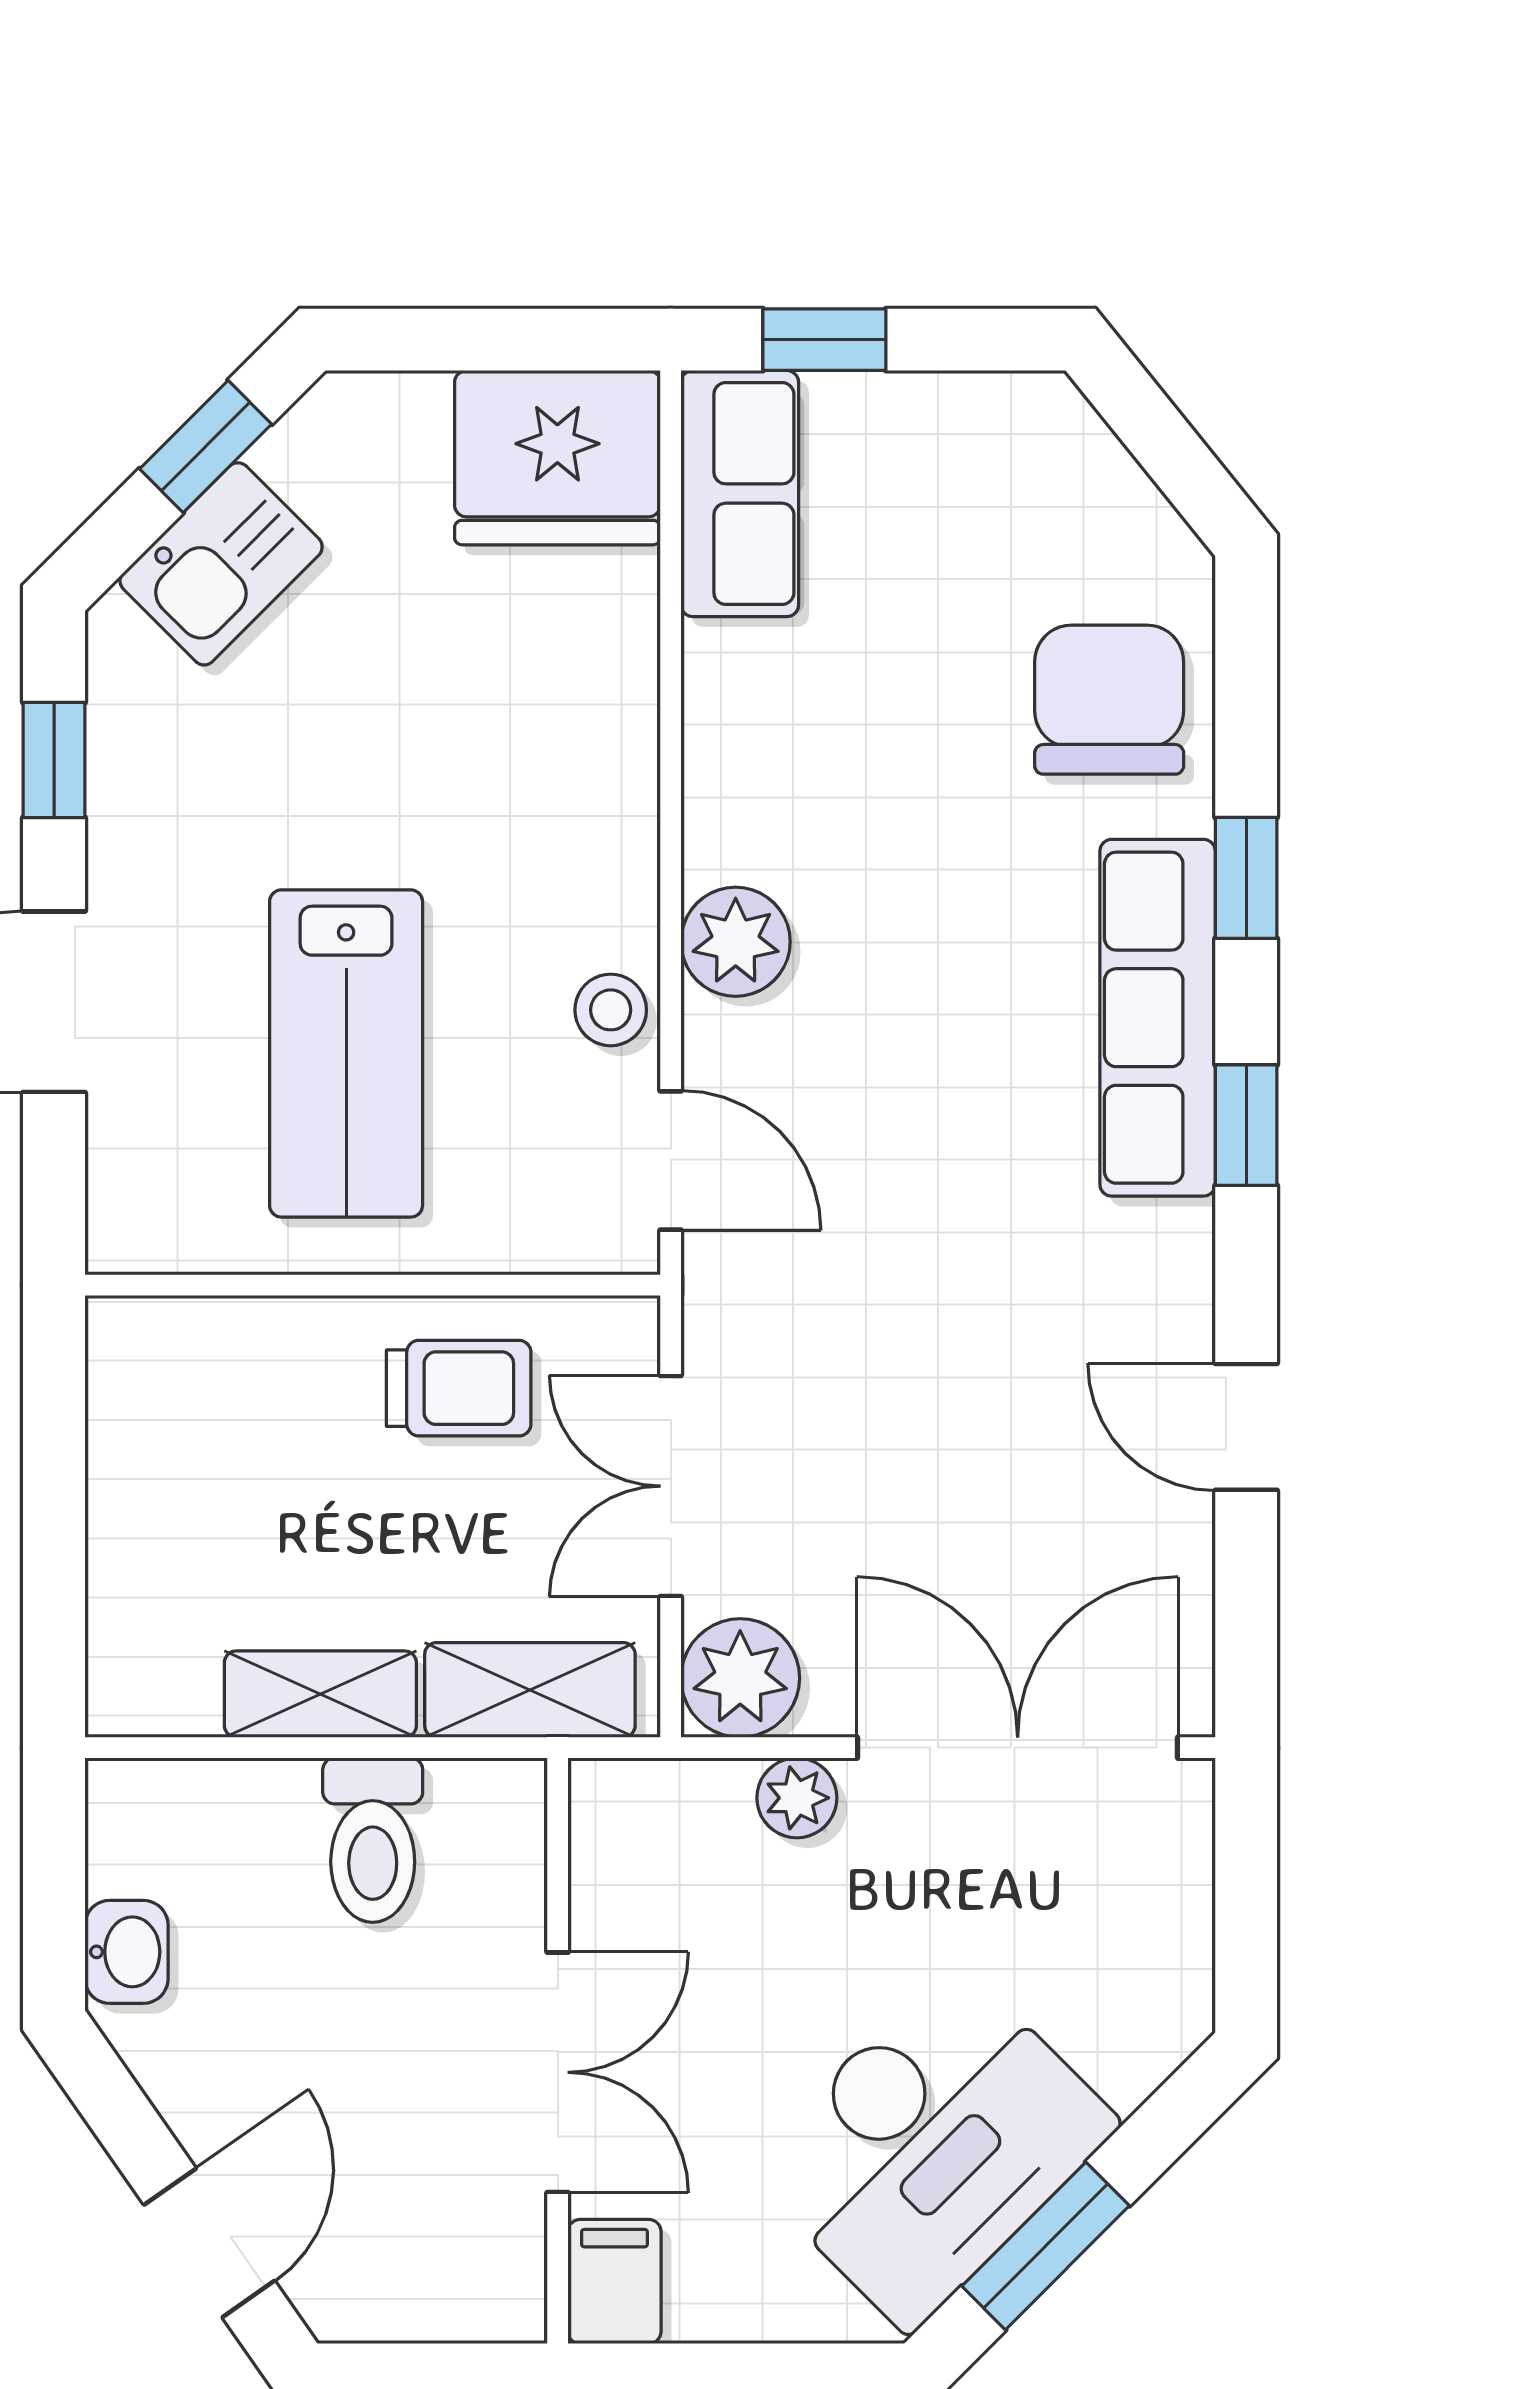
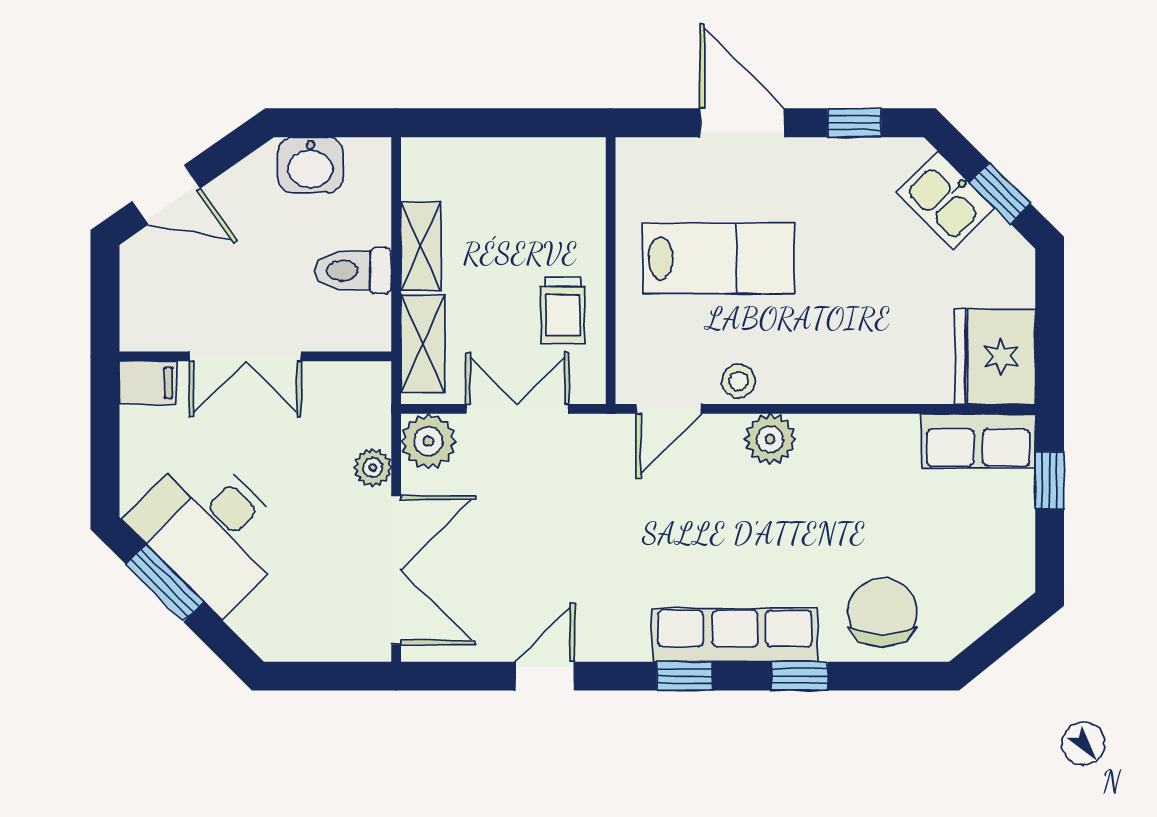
chair: (1109, 700) -> (882, 612), turned -90
lab bench: (346, 1053) -> (718, 258), turned 180
washbasin: (126, 1952) -> (310, 165), width x1.38, depth x1.45

